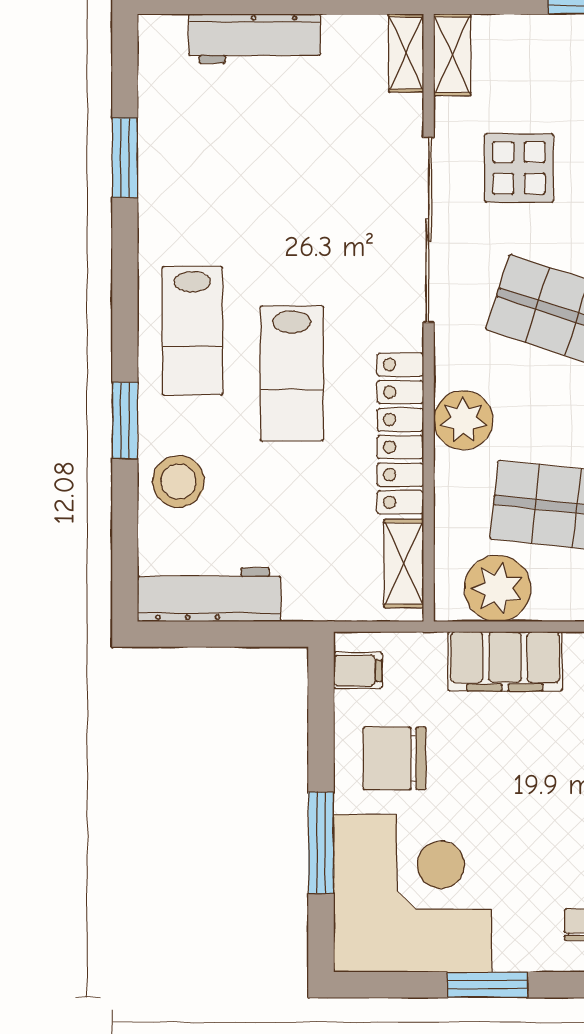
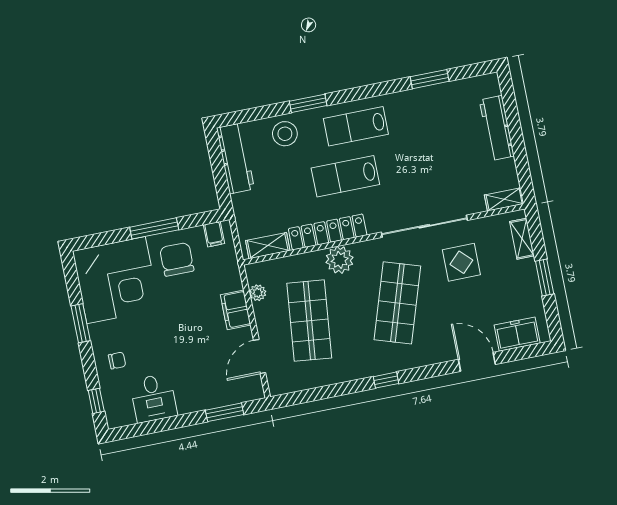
shelving: (452, 55) -> (522, 239), moved, turned 90
plant: (498, 588) -> (258, 293), width x0.53, depth x0.53
filing cabinet: (505, 661) -> (236, 310), width x0.67, depth x0.86
window: (321, 843) -> (154, 228), moved

